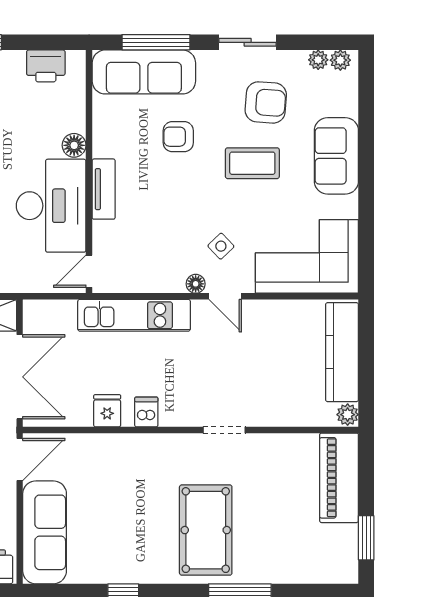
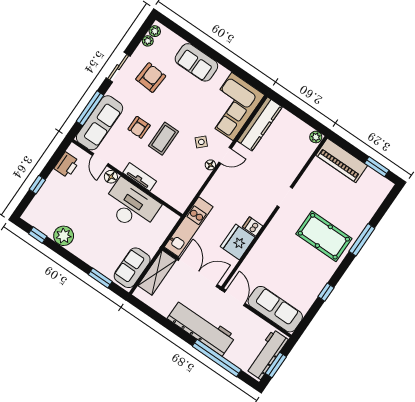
coffee table: (252, 163) -> (163, 139), moved
door: (89, 271) -> (100, 159), moved
kitchen unit: (134, 315) -> (189, 227), moved
kitchen counter: (342, 352) -> (260, 124), moved, turned -90
fridge: (107, 411) -> (238, 242), width x1.88, depth x1.34

